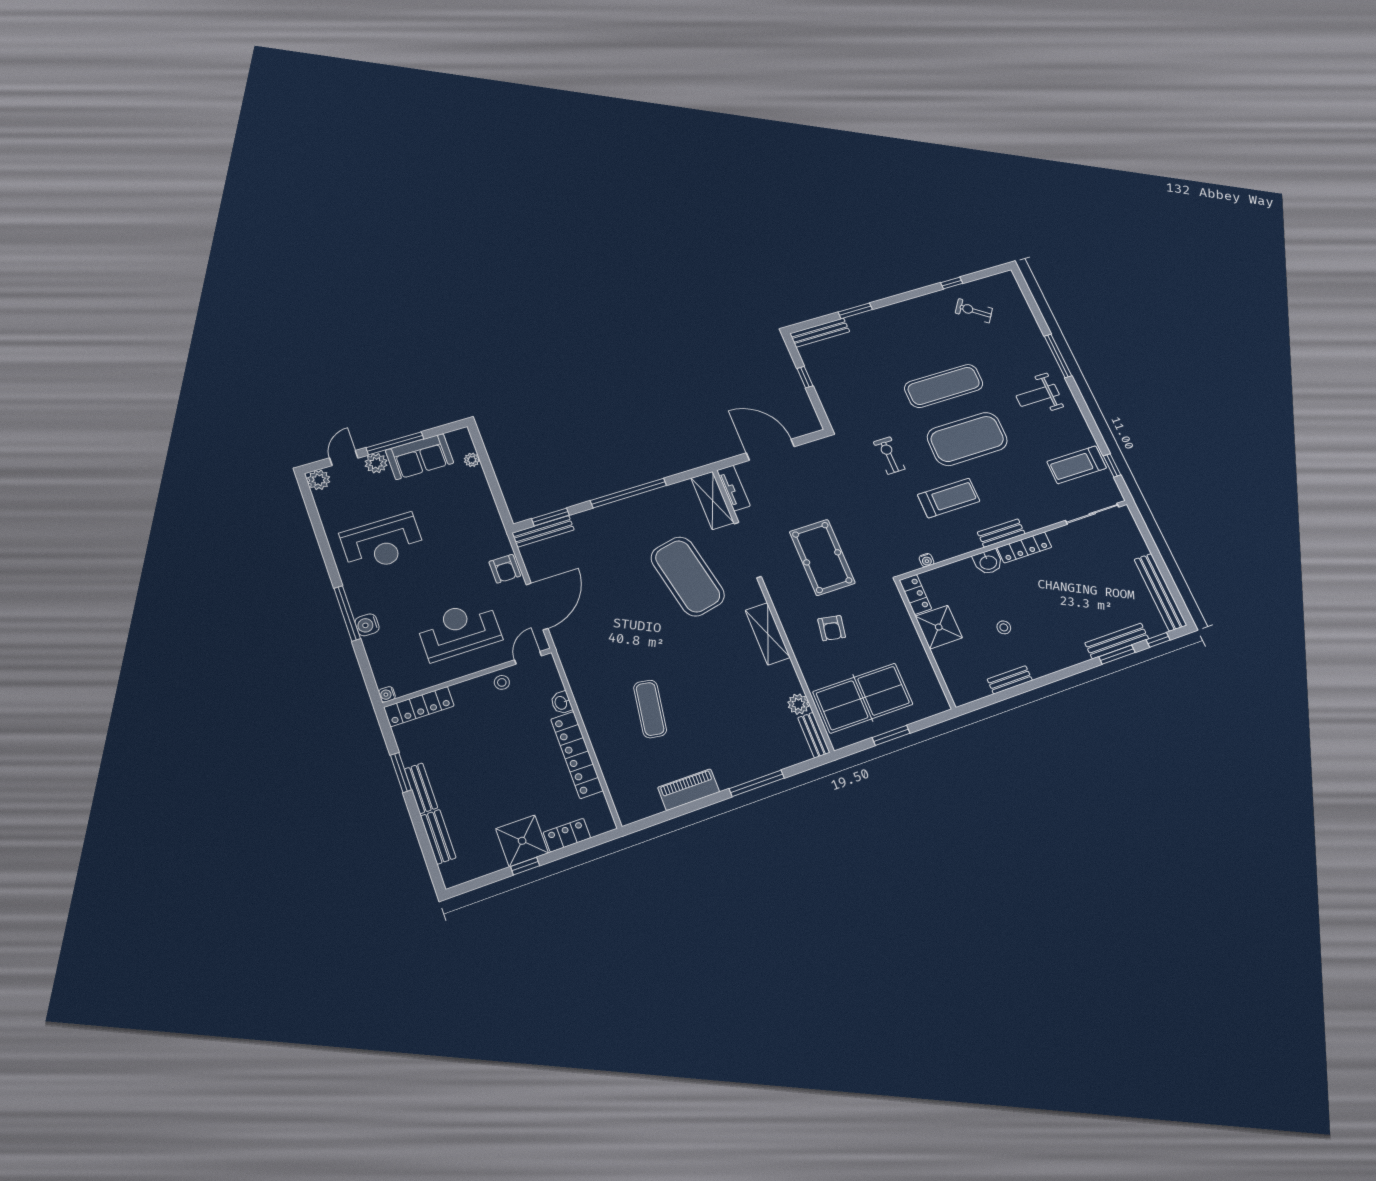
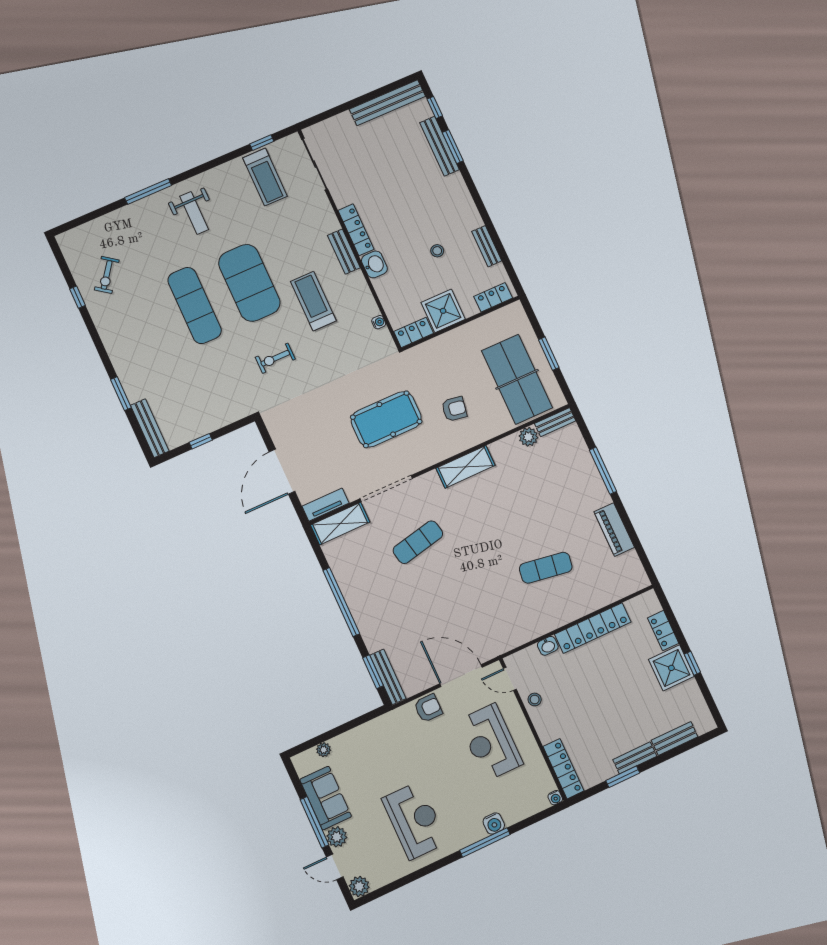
exercise mat: (688, 576) -> (418, 542), width x0.50, depth x0.69
locker: (954, 681) -> (493, 297), added

